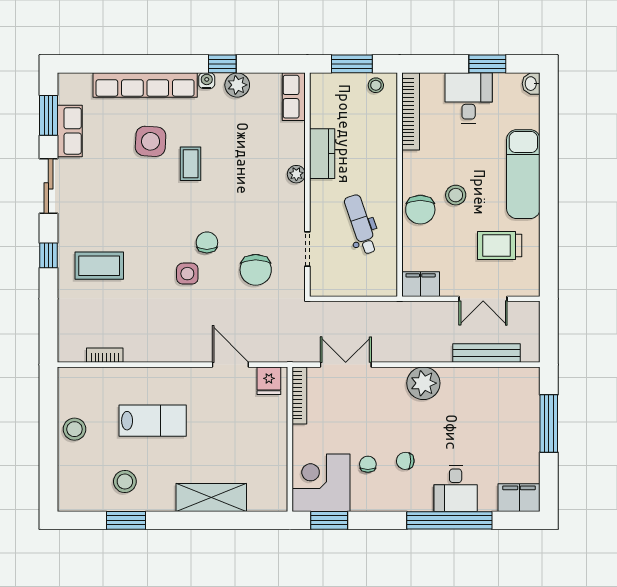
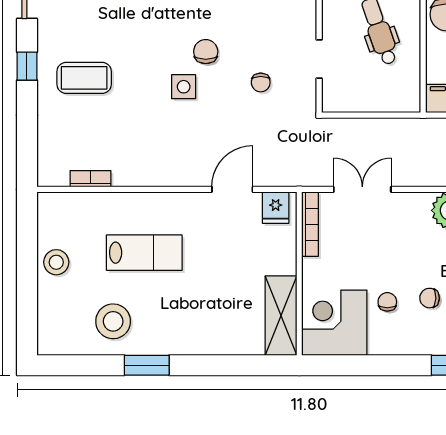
chair: (256, 270) -> (261, 82), width x0.54, depth x0.54
door: (230, 365) -> (232, 189), hinge flipped
stool: (125, 482) -> (113, 321), width x1.38, depth x1.38
shelving: (211, 498) -> (281, 316), moved, turned 90
window: (126, 520) -> (147, 365), moved
window: (329, 520) -> (344, 365), removed

